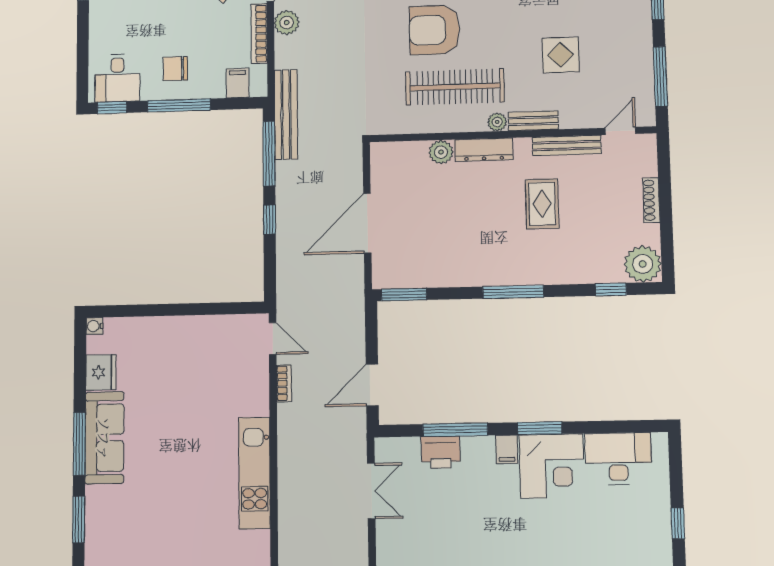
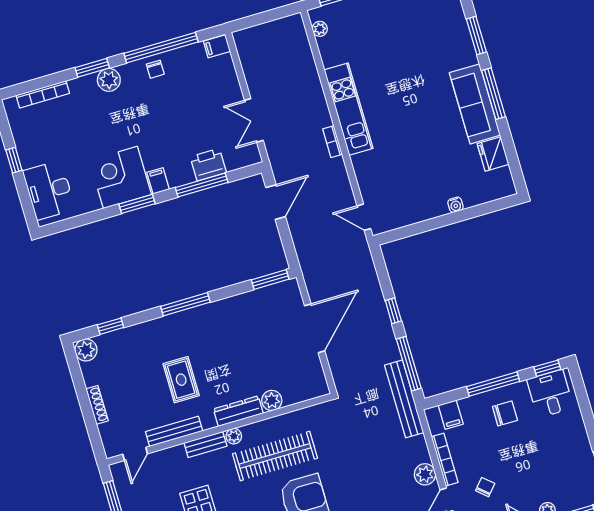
plant: (643, 264) -> (86, 350), width x0.73, depth x0.73
water cooler: (95, 326) -> (455, 205), moved, turned 90
bookcase: (284, 383) -> (333, 142), moved
desk: (618, 459) -> (49, 190), moved, turned 90

